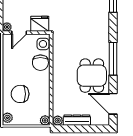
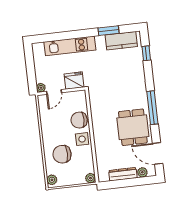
side table: (43, 44) -> (82, 139), moved
chair: (40, 63) -> (79, 120), turned 90
plant: (58, 121) -> (142, 172), moved

